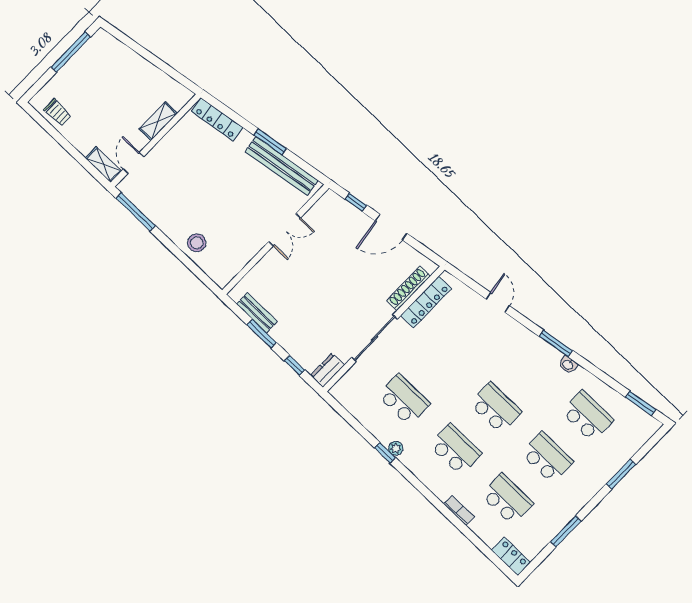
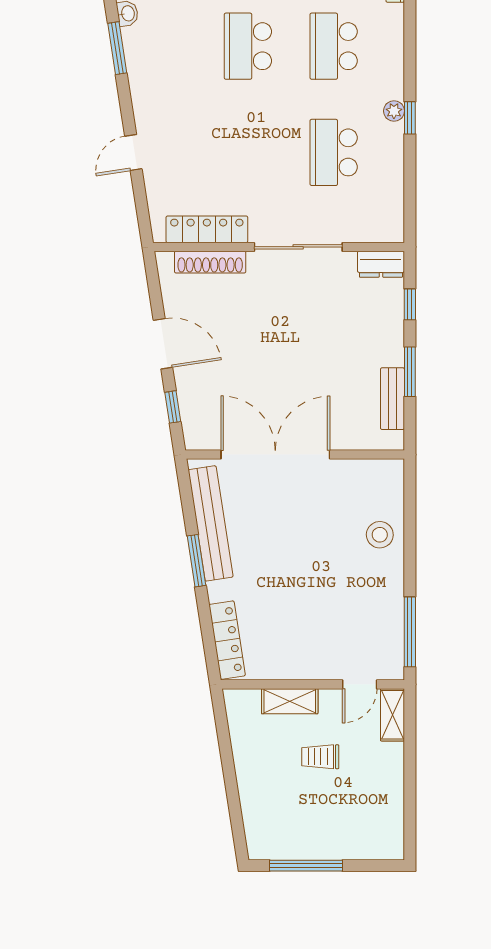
trolley: (58, 113) -> (320, 757), moved, turned -90
double door: (285, 230) -> (275, 455), width x1.87

